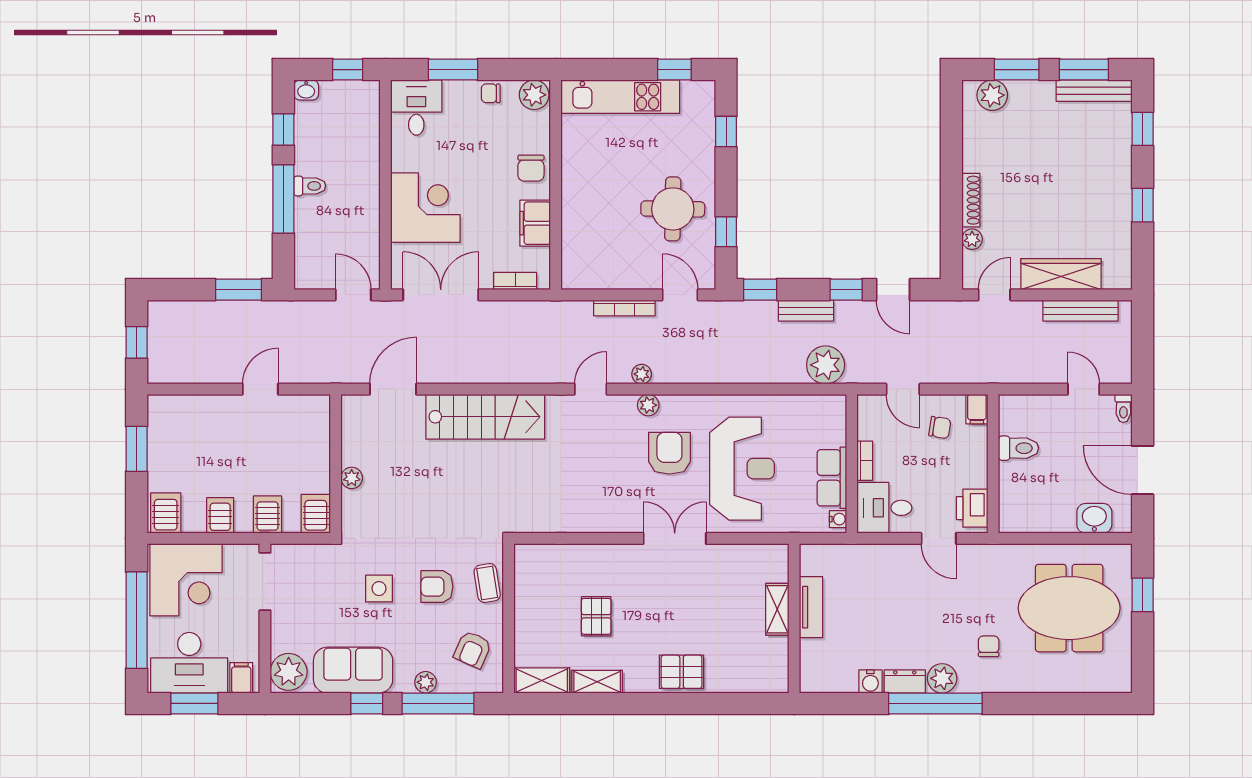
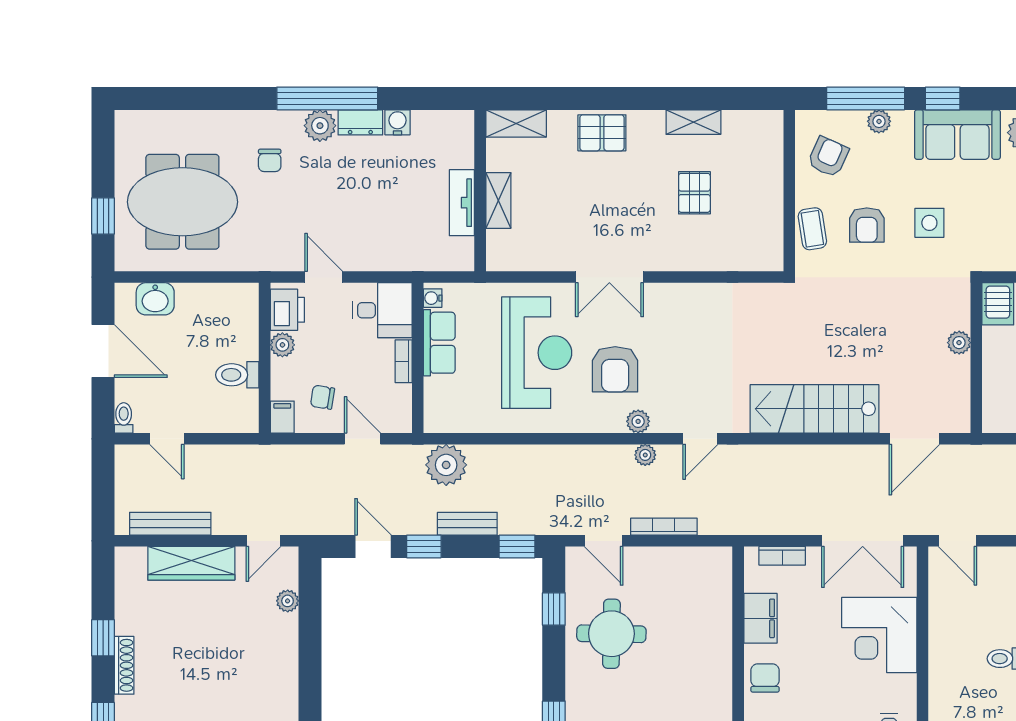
shoe rack: (971, 200) -> (124, 665), moved, turned 180
reception desk: (742, 469) -> (537, 353), turned 180
plant: (977, 476) -> (282, 345), added
armchair: (437, 587) -> (867, 225), turned 90
shelving: (542, 680) -> (516, 123), moved

